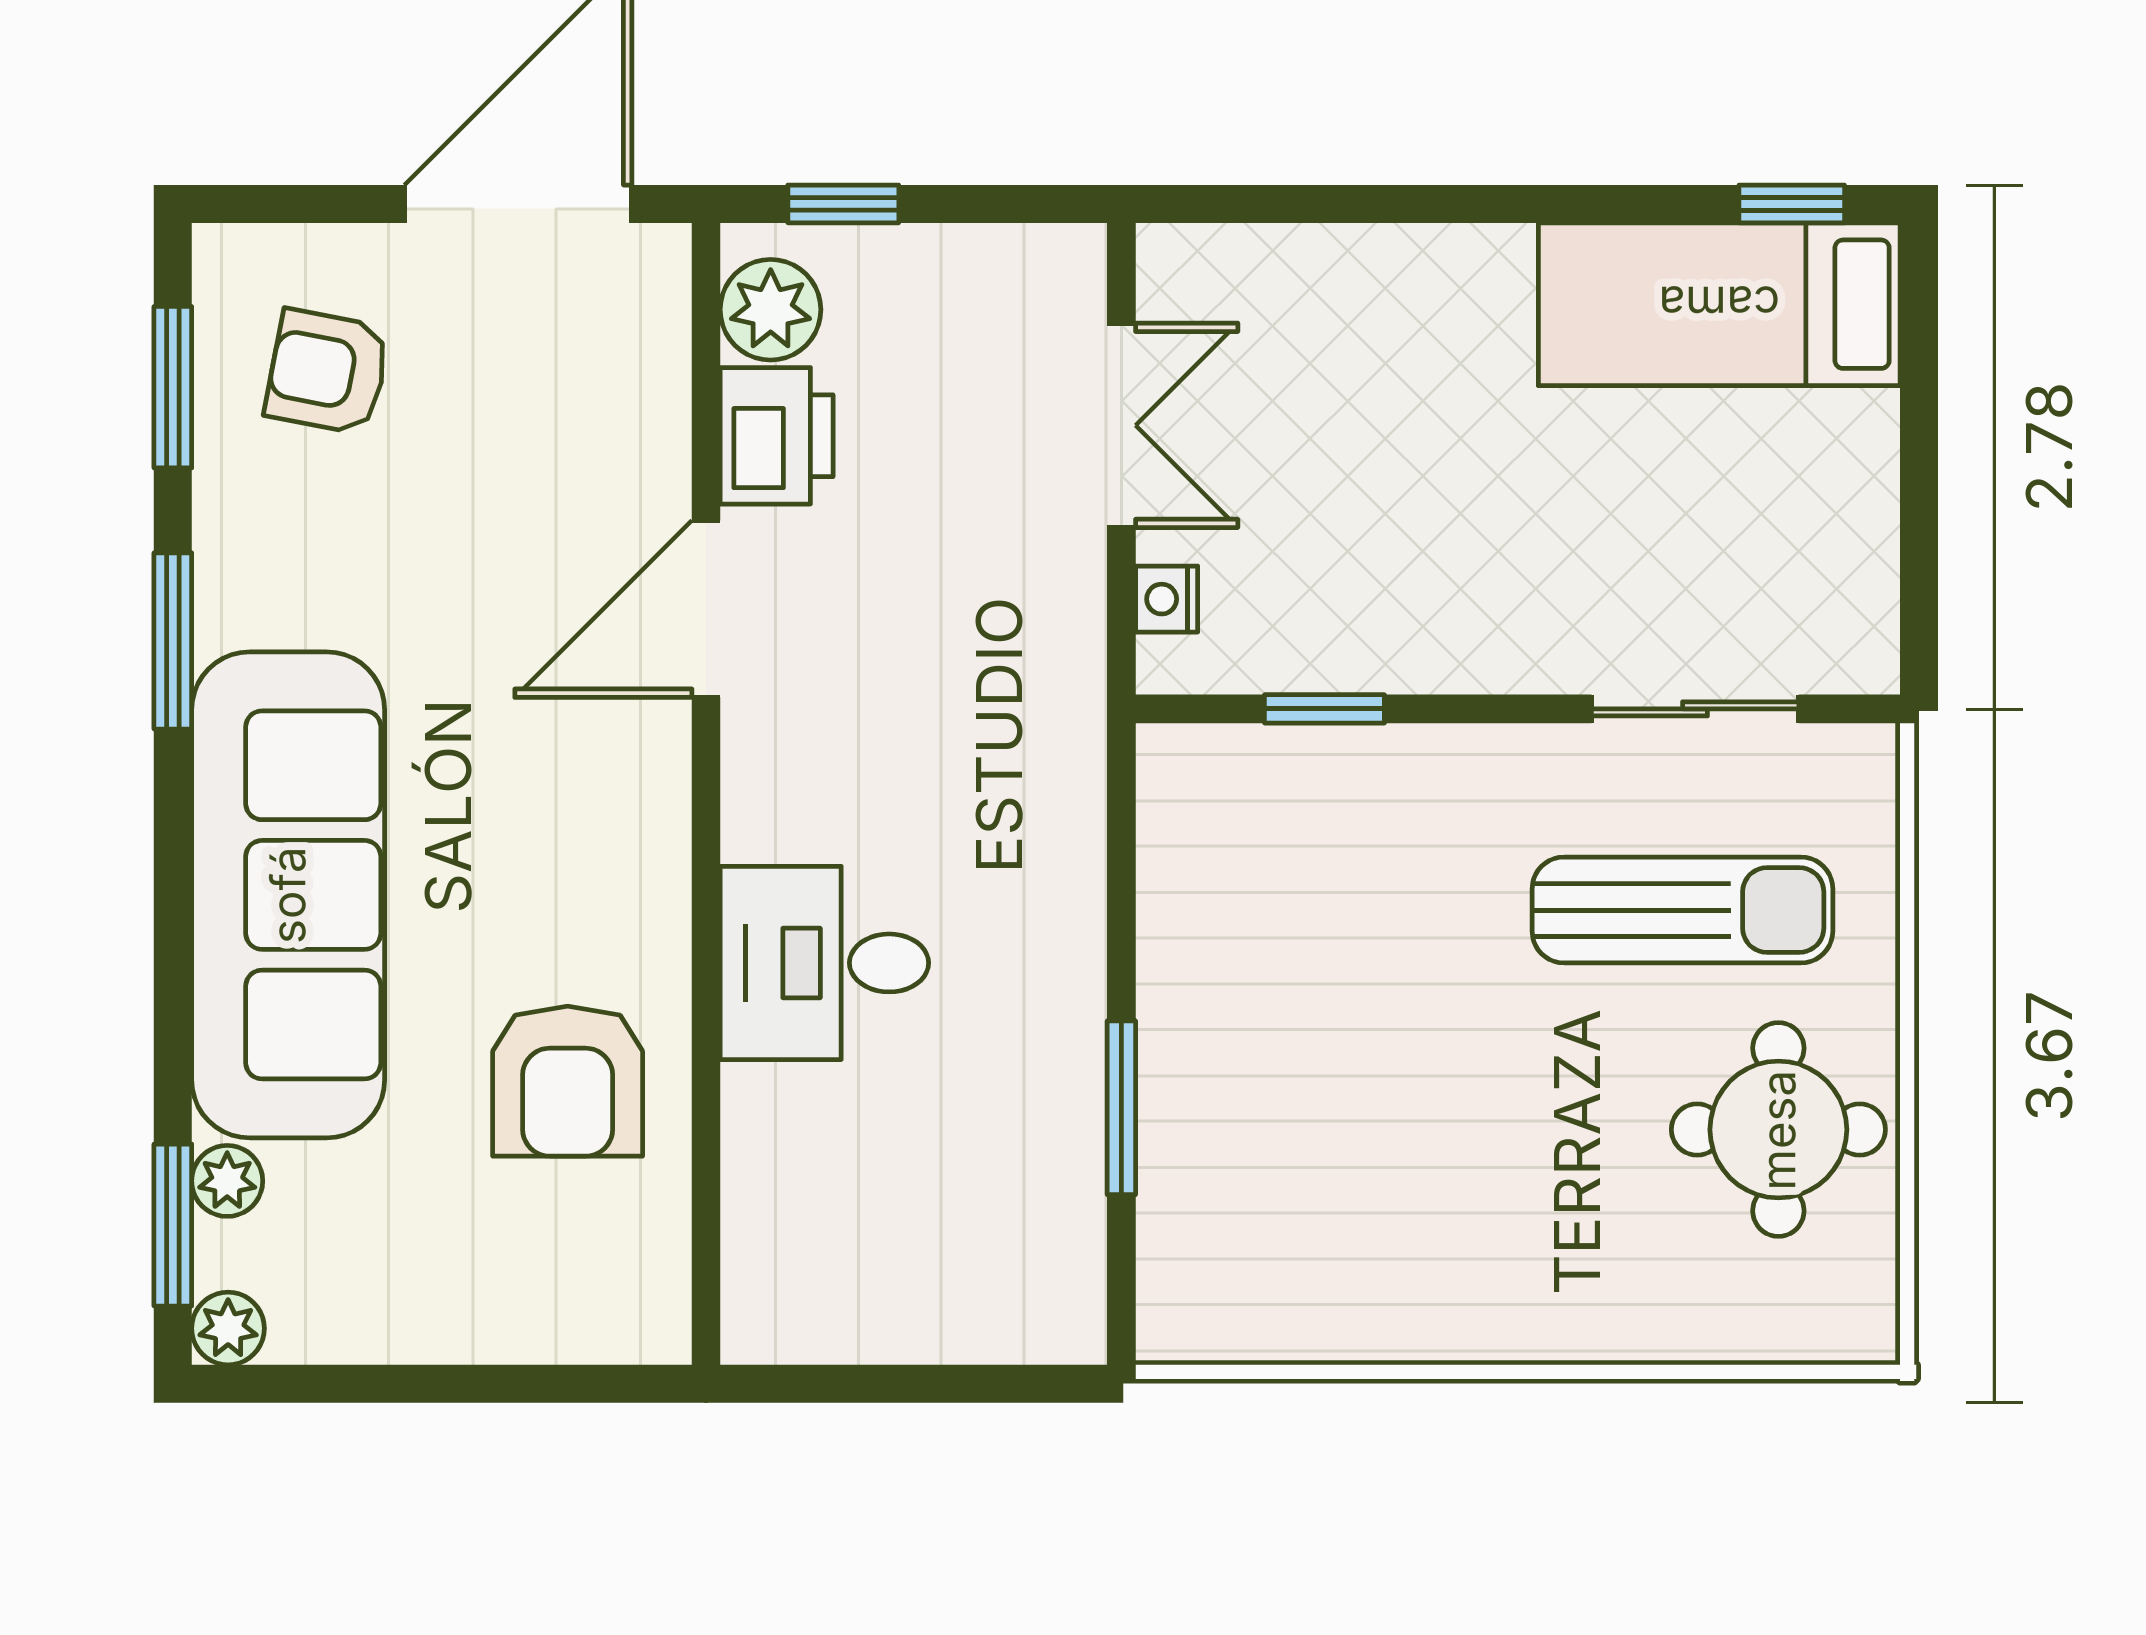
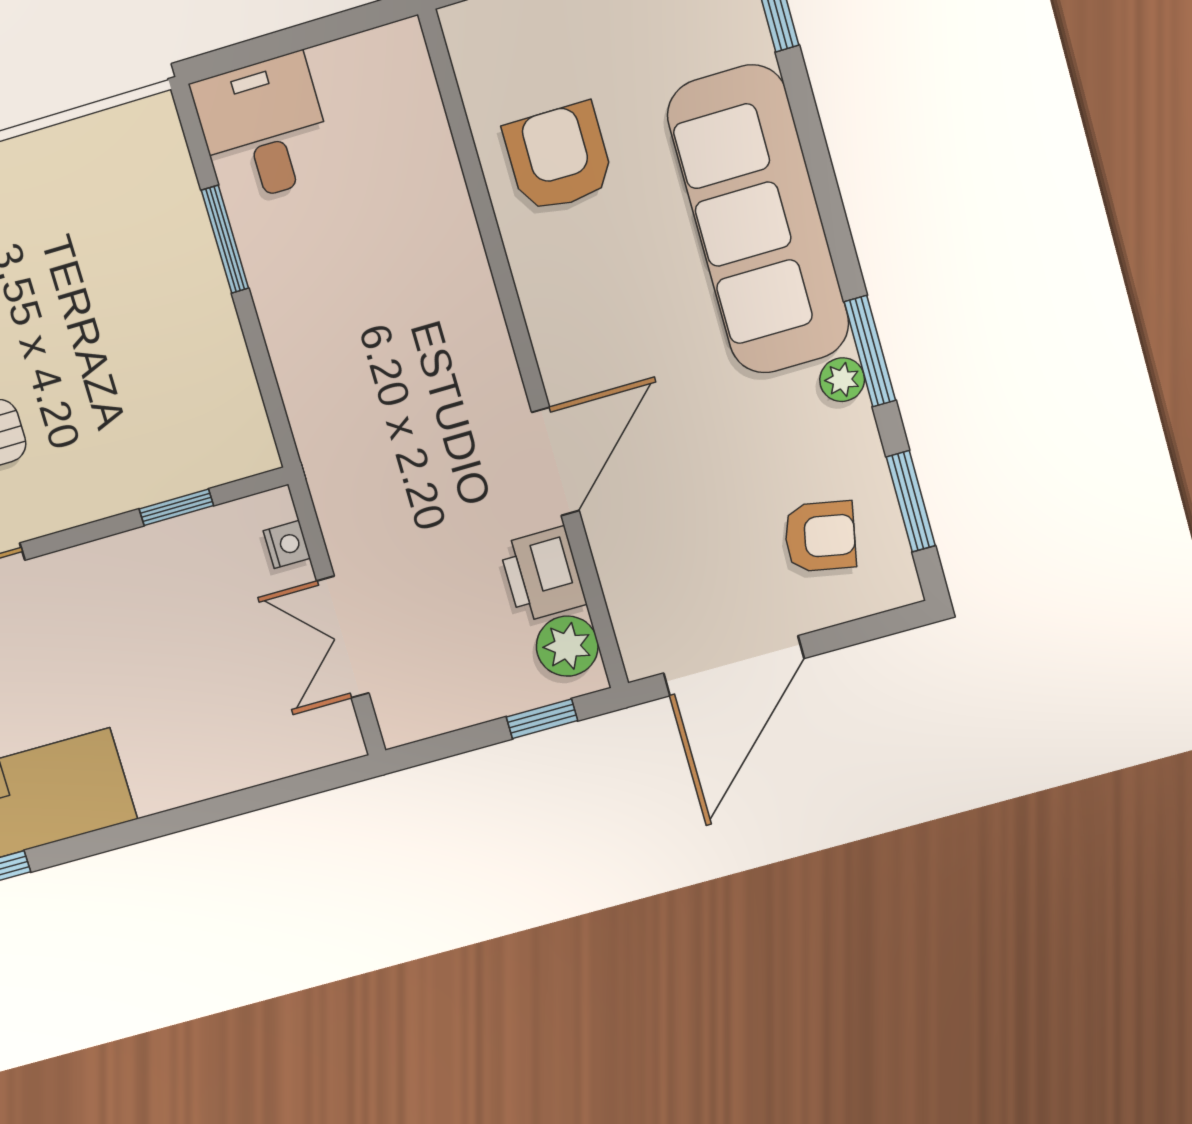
desk: (824, 963) -> (263, 129), moved, turned -90
plant: (227, 1181) -> (842, 380), moved

